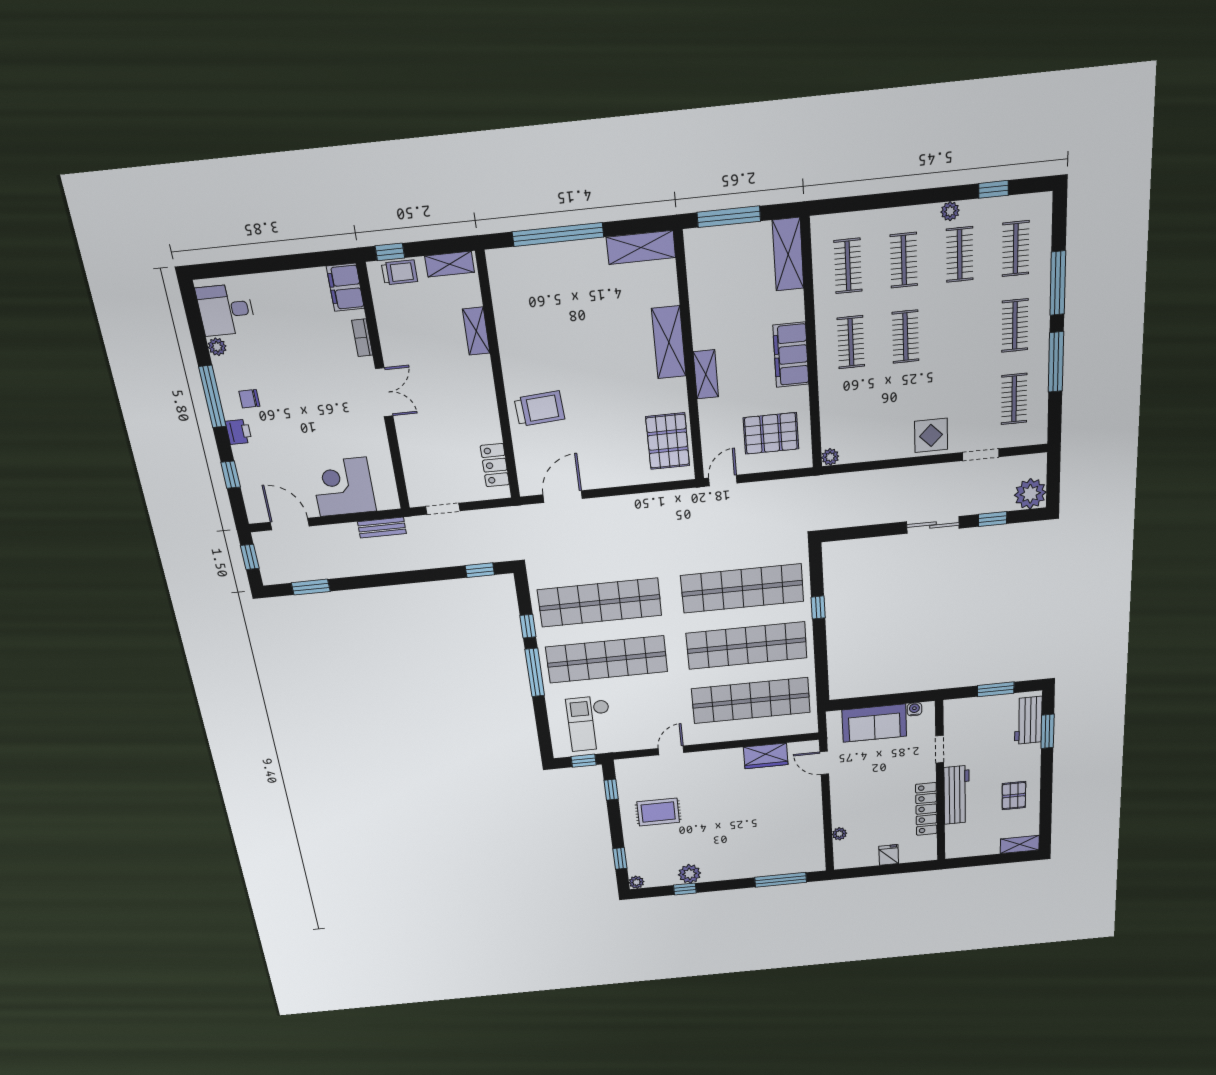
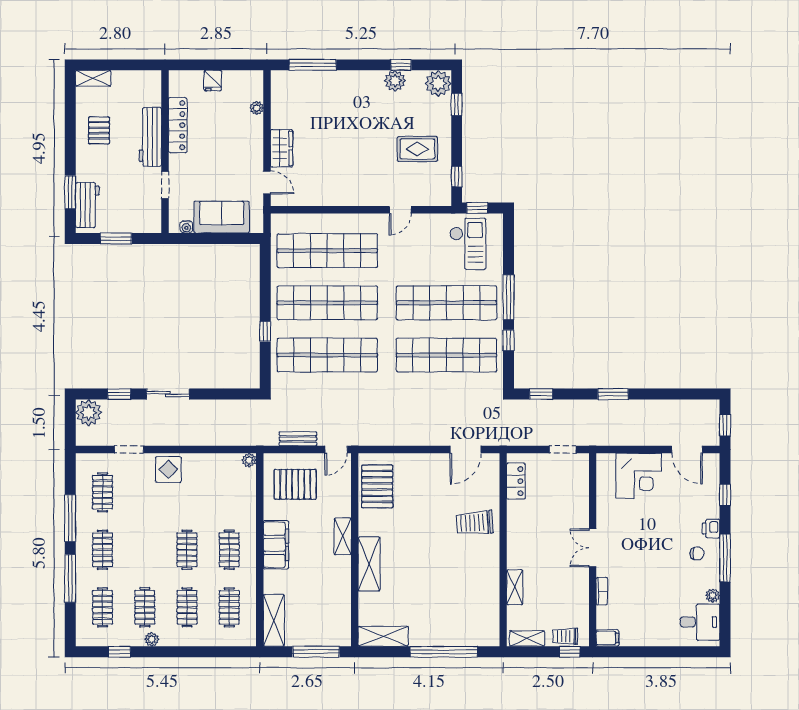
filing cabinet: (345, 287) -> (607, 638), width x0.50
bench: (382, 528) -> (298, 439), moved
window: (311, 587) -> (613, 394), moved
wardrobe: (766, 756) -> (281, 148), moved, turned 90
plant: (636, 882) -> (438, 83), width x1.88, depth x1.88

